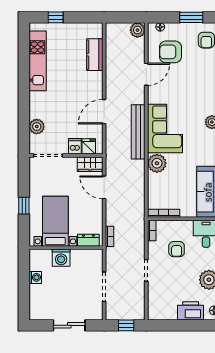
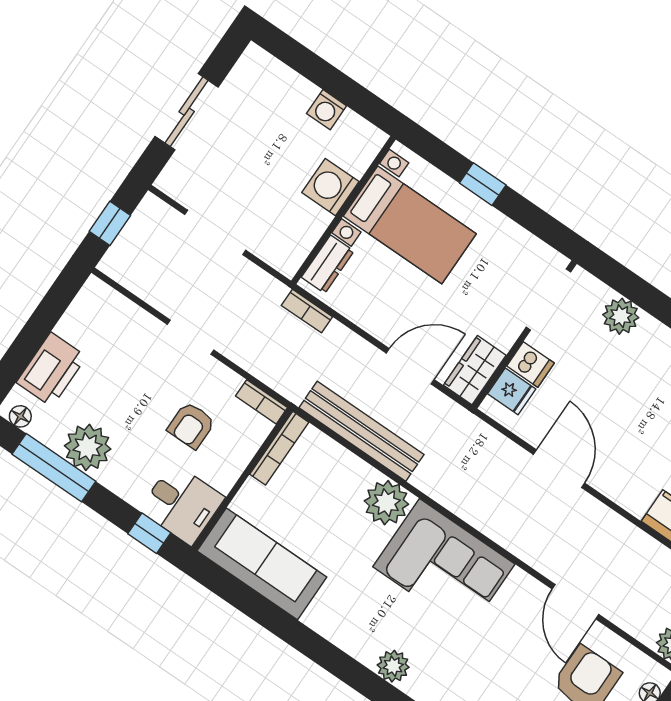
bench: (138, 132) -> (361, 431), moved
armchair: (177, 249) -> (191, 425), turned -90

